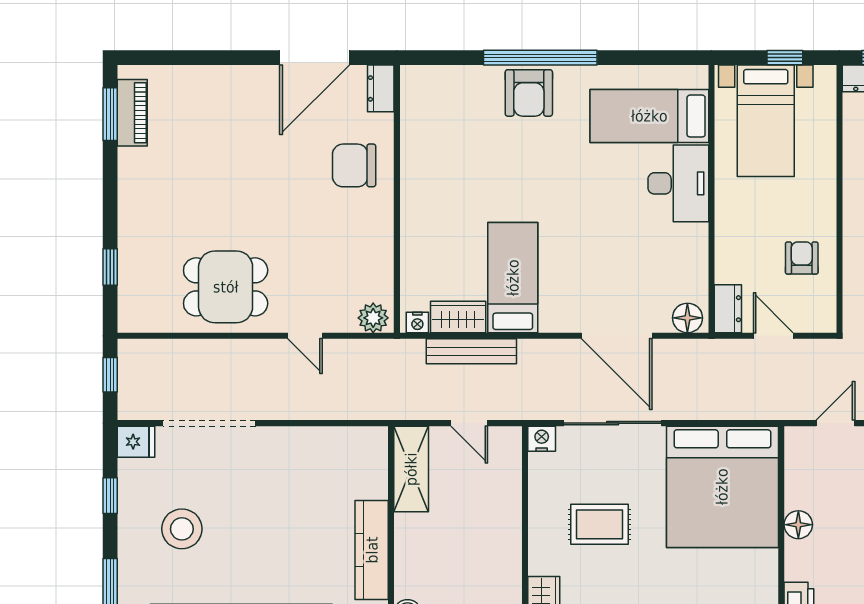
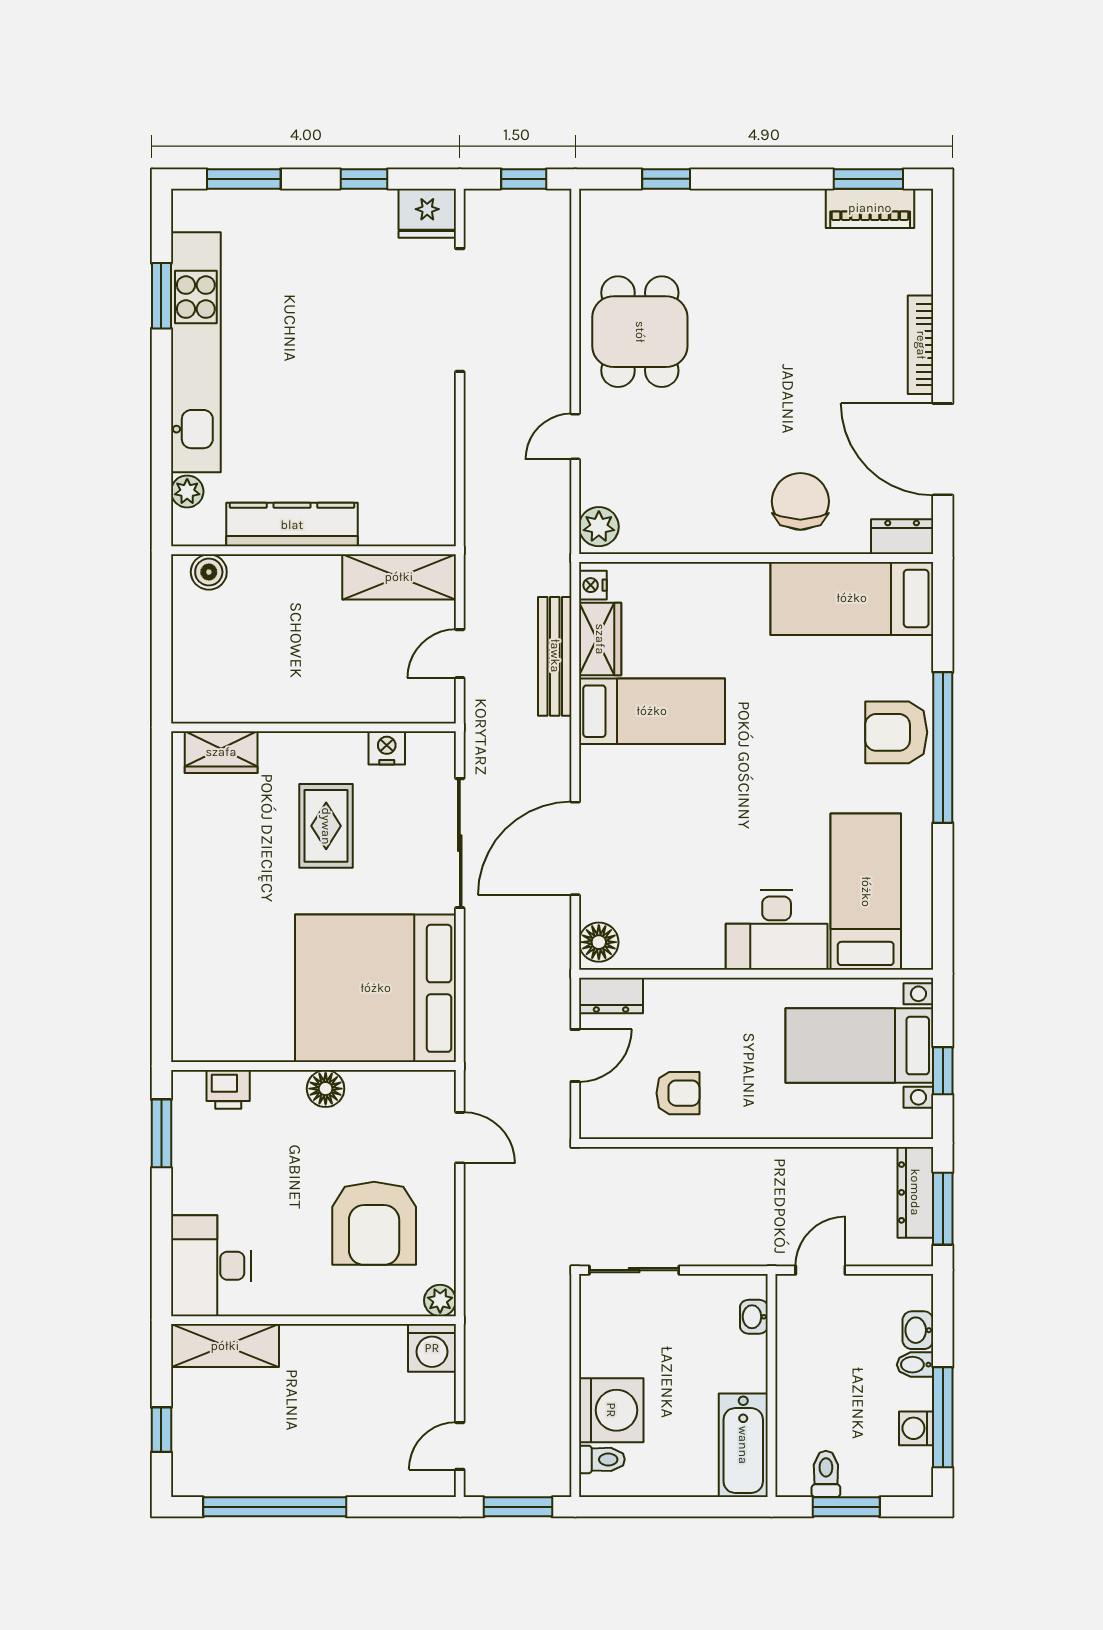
bookcase: (236, 75) -> (921, 345), added
bed: (427, 126) -> (852, 598), added
nightstand: (542, 439) -> (387, 748), moved, turned -90
fridge: (136, 442) -> (427, 213), width x1.38
stool: (182, 529) -> (320, 274), removed

